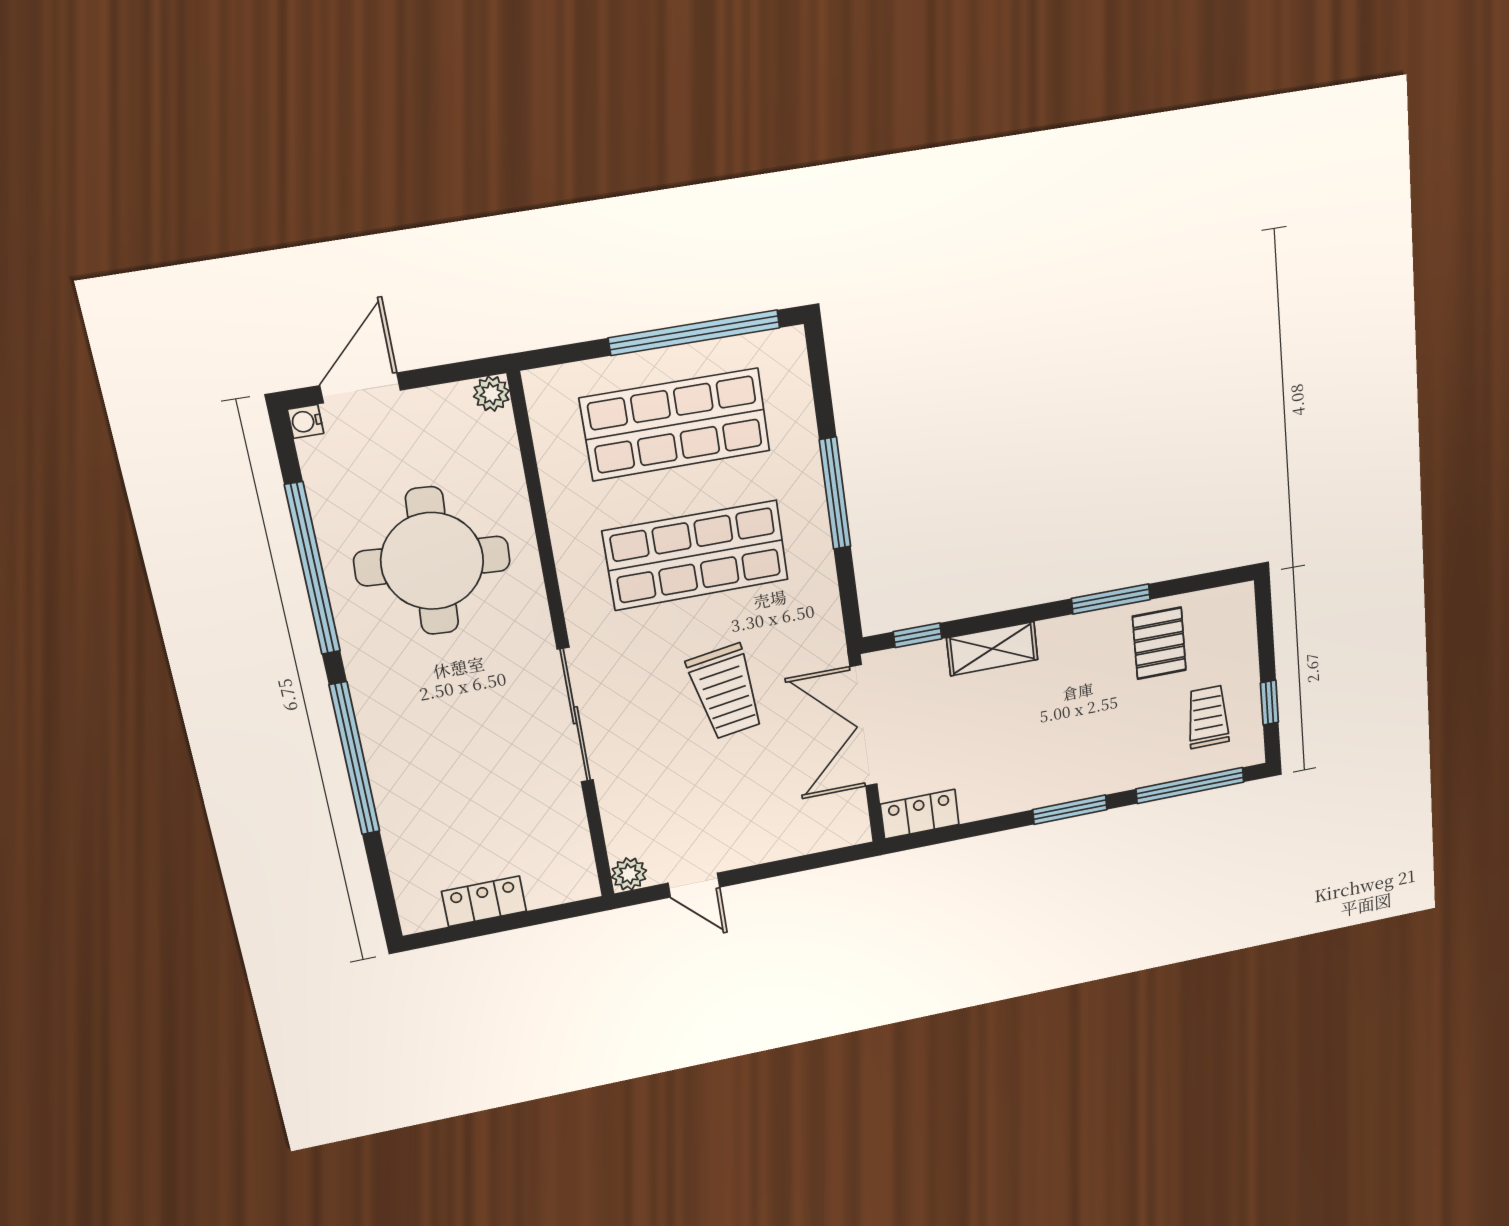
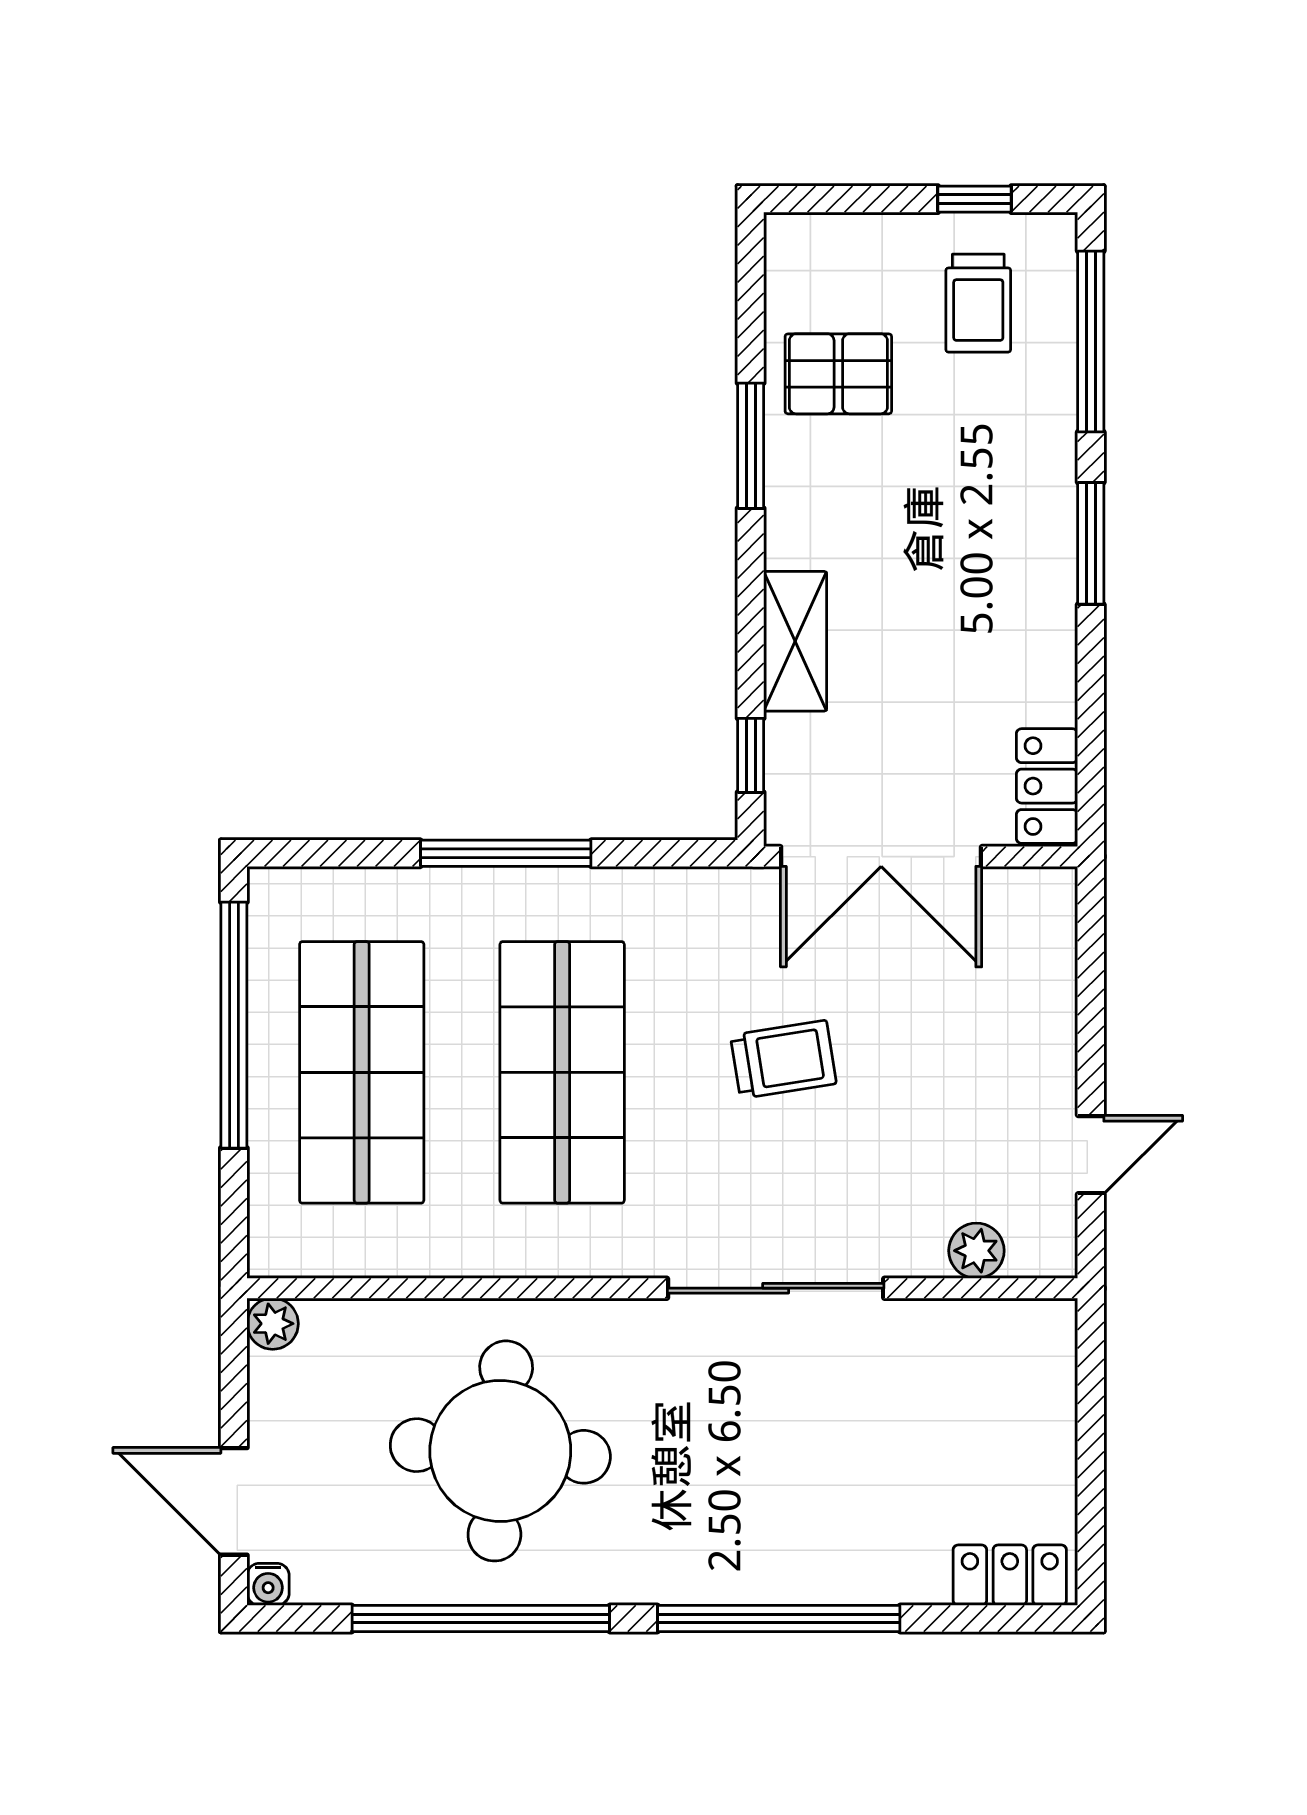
trolley: (726, 692) -> (783, 1059), width x0.73, depth x0.72
trolley: (1208, 717) -> (978, 303), turned -90
plant: (629, 874) -> (976, 1251), moved
locker: (484, 901) -> (1010, 1575), moved, turned 90

